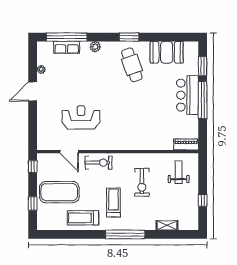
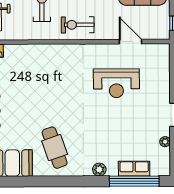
window: (129, 37) -> (58, 181), removed
exercise bike: (99, 163) -> (78, 25), moved

